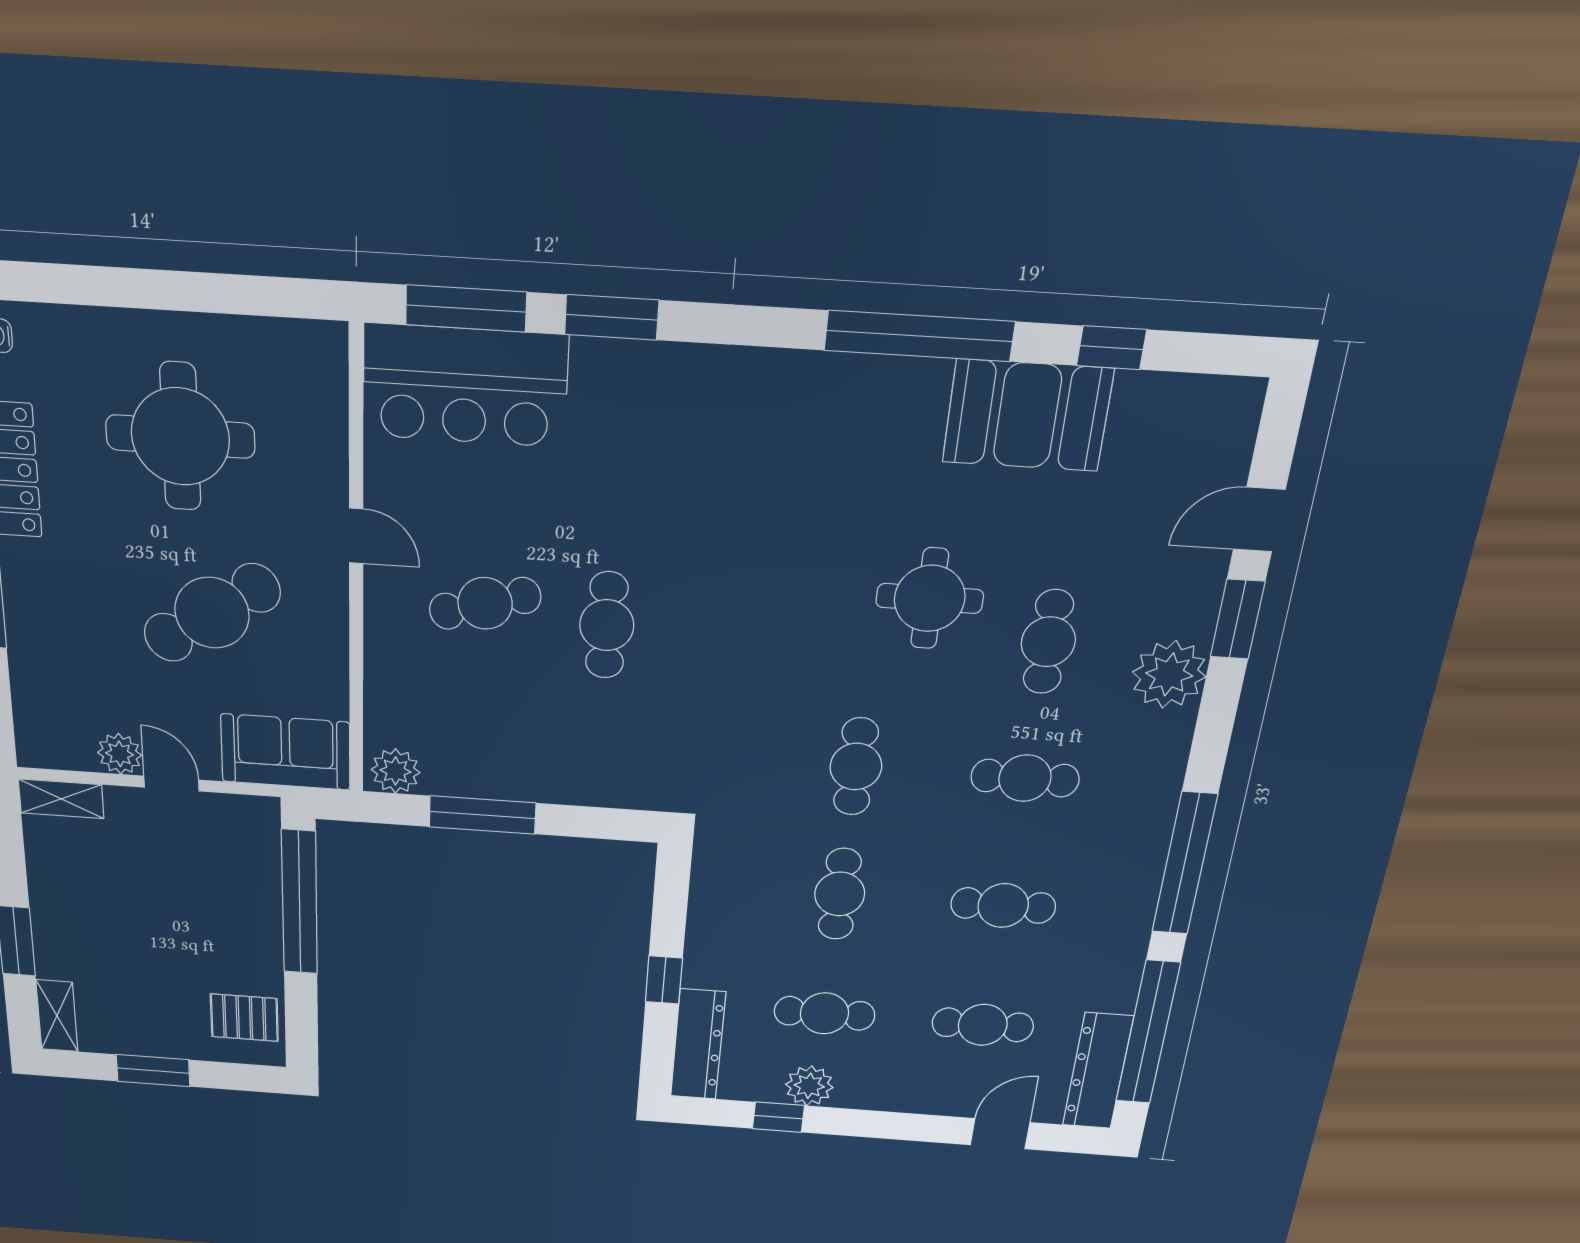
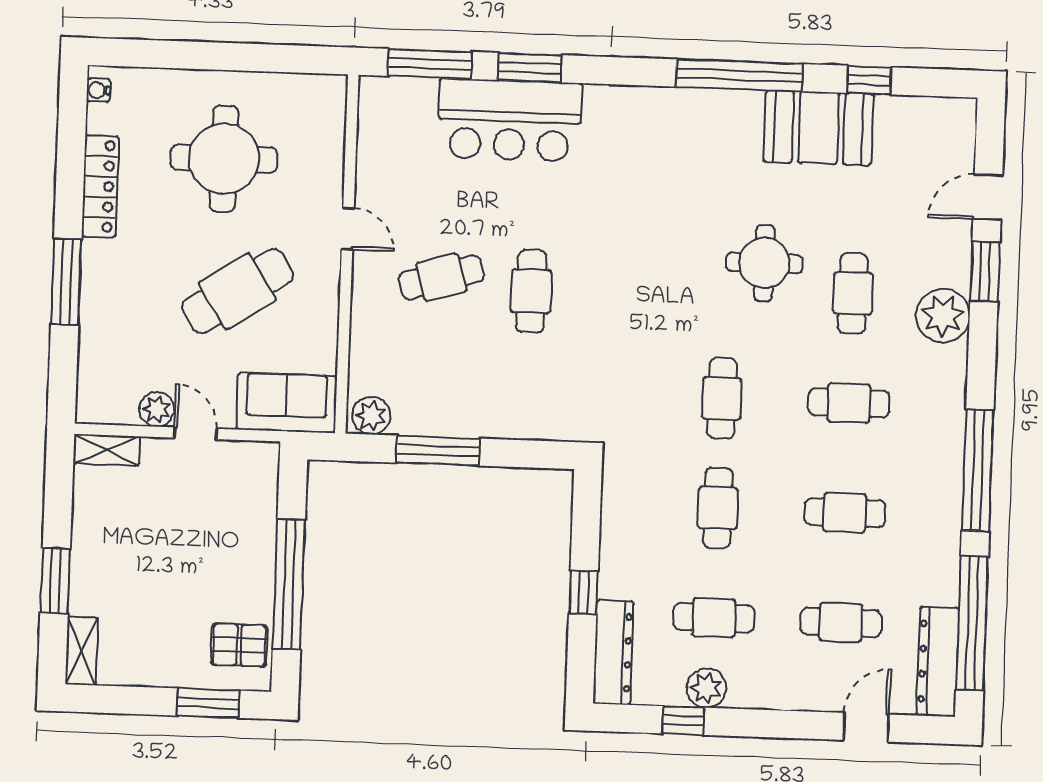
bar counter: (465, 386) -> (510, 120), moved
window: (299, 902) -> (289, 584), moved
window: (153, 1071) -> (208, 703), moved

